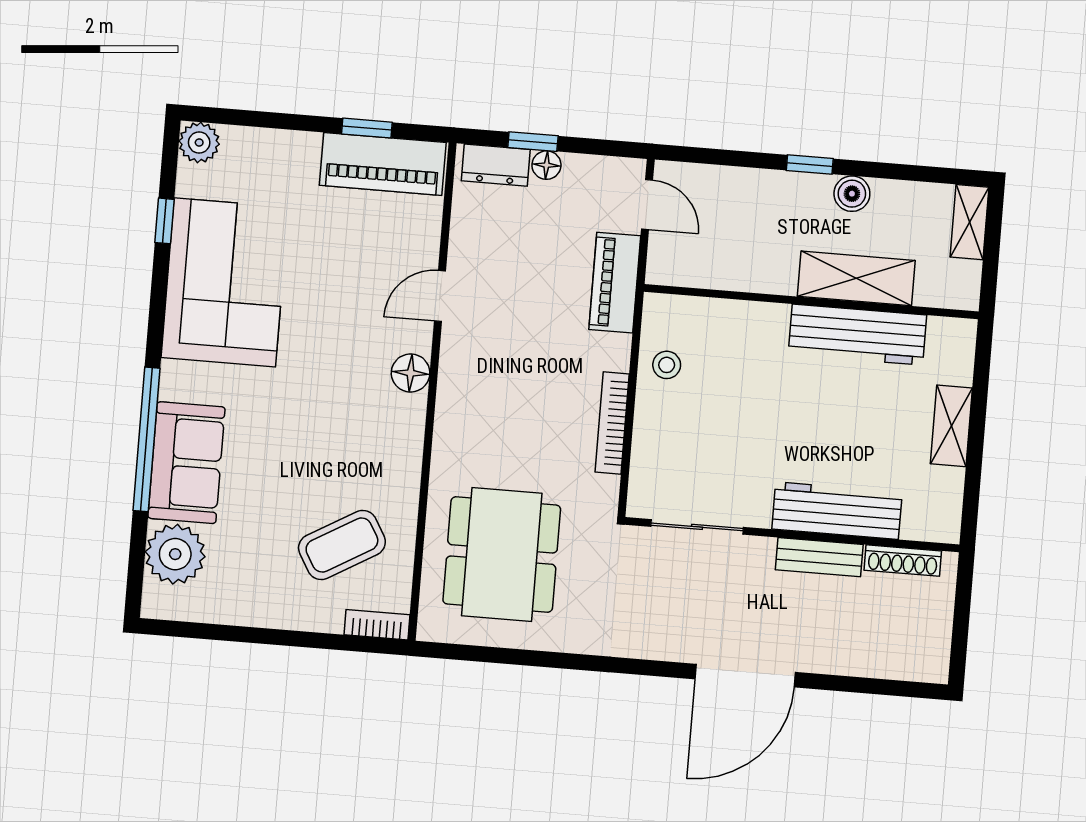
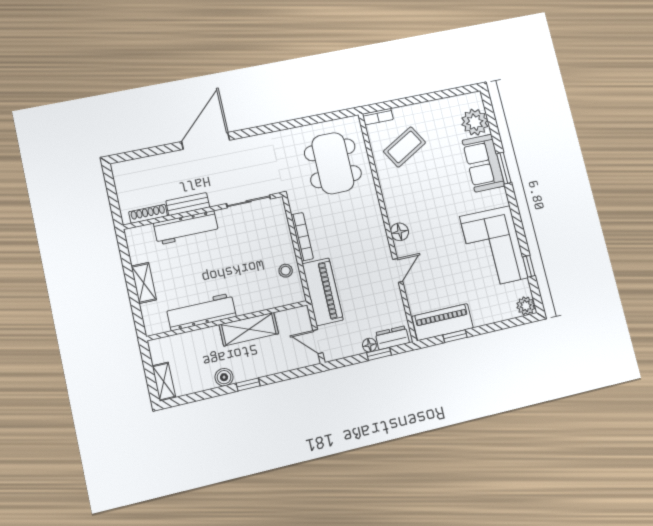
shelving: (856, 278) -> (249, 329), moved
piano: (615, 283) -> (323, 292), width x1.37, depth x1.33
window: (146, 439) -> (504, 168), width x0.47

